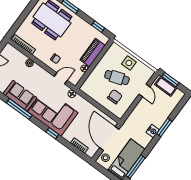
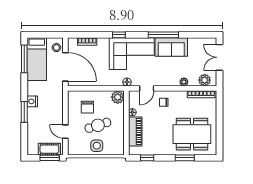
plant: (13, 53) -> (205, 80), added
plant: (87, 88) -> (118, 97), added

